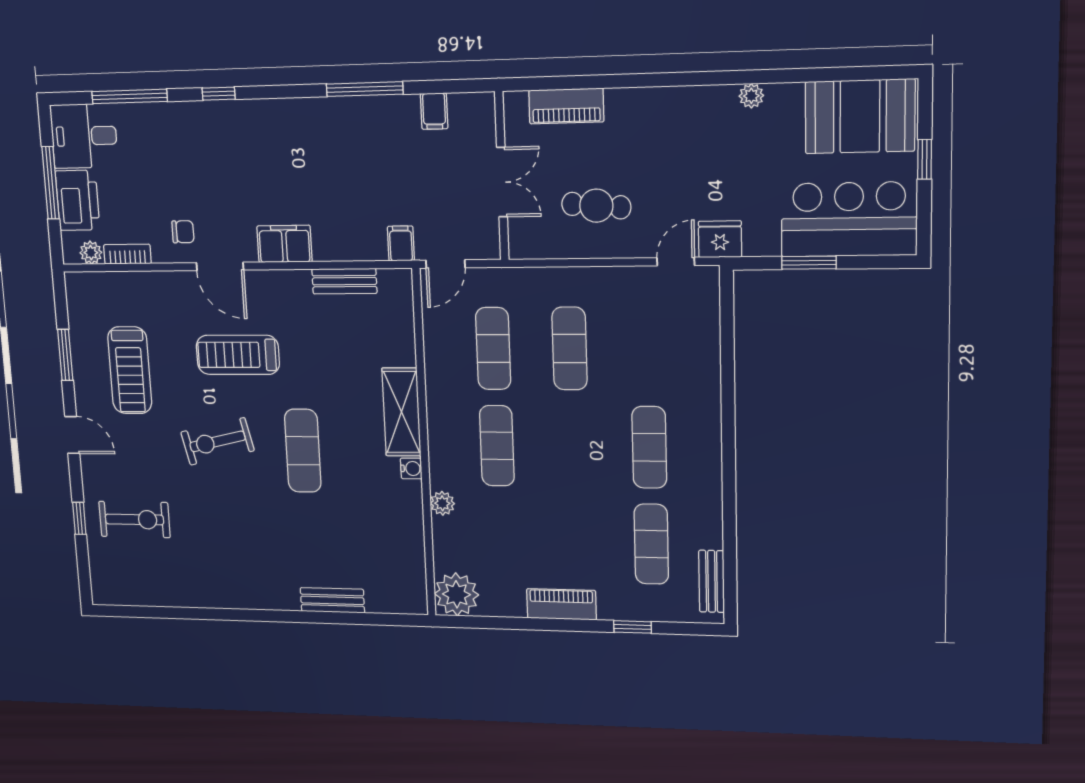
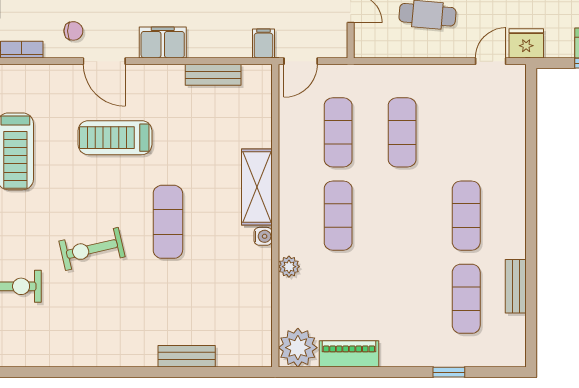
exercise bike: (217, 441) -> (92, 249), moved
bench: (712, 581) -> (516, 286), moved
piano: (561, 604) -> (349, 354), moved

